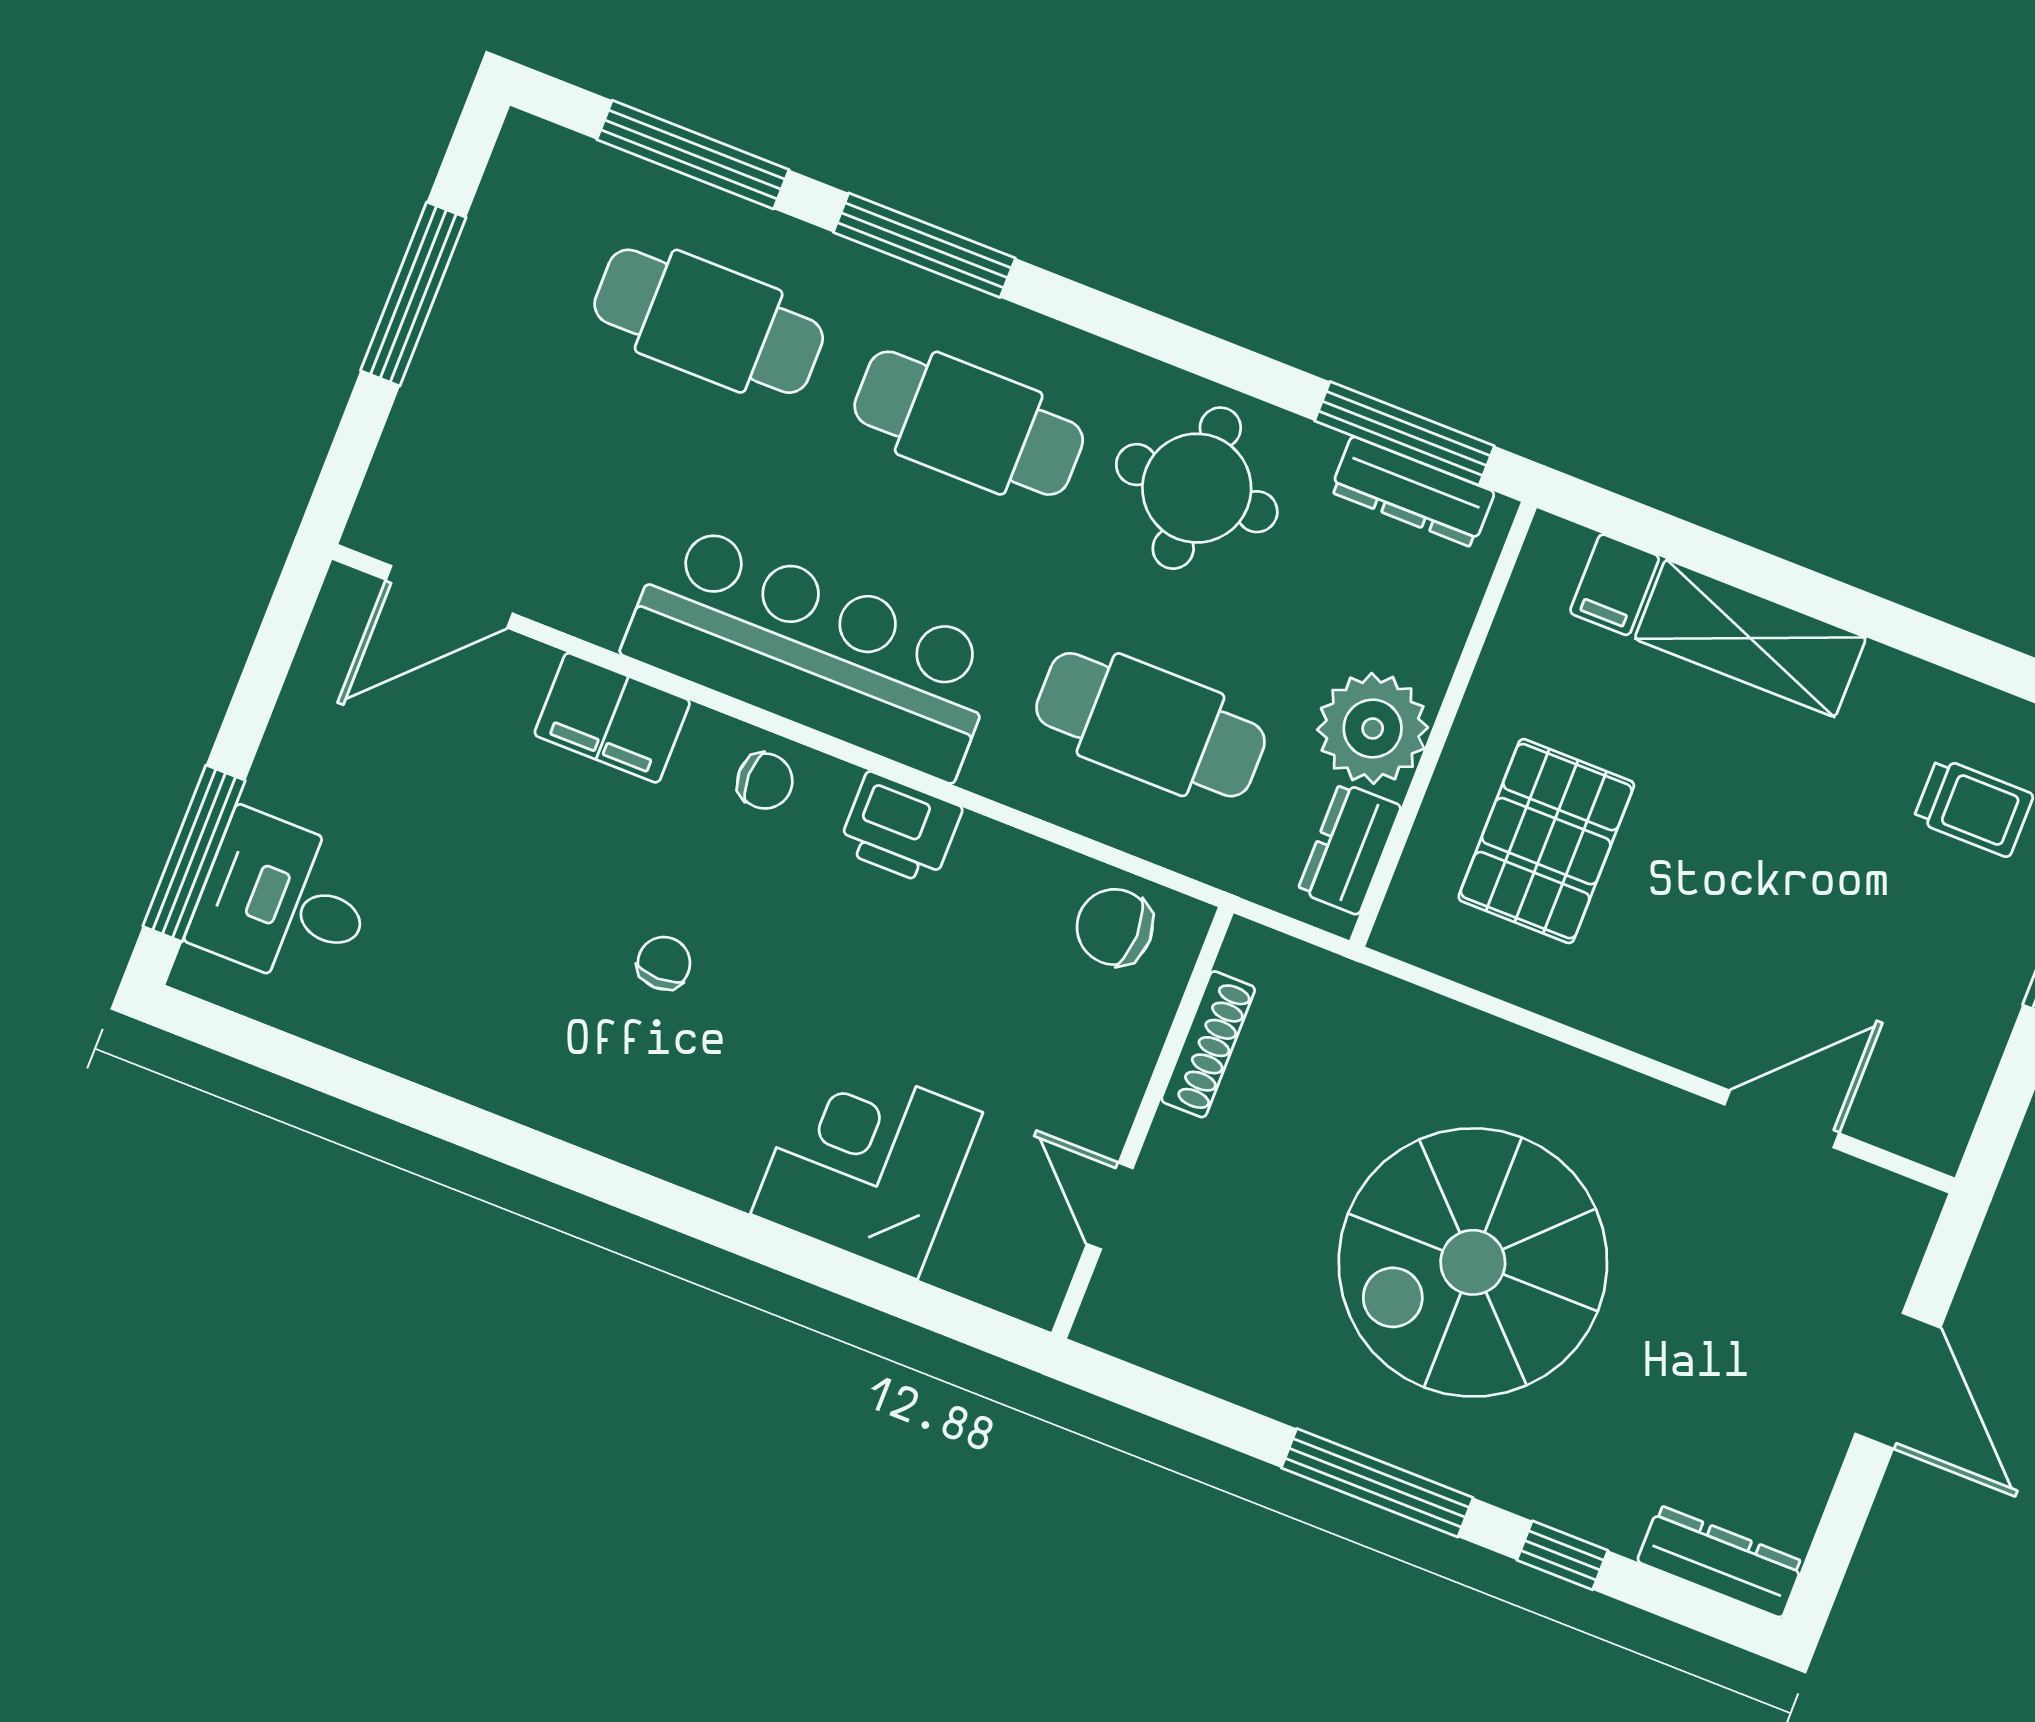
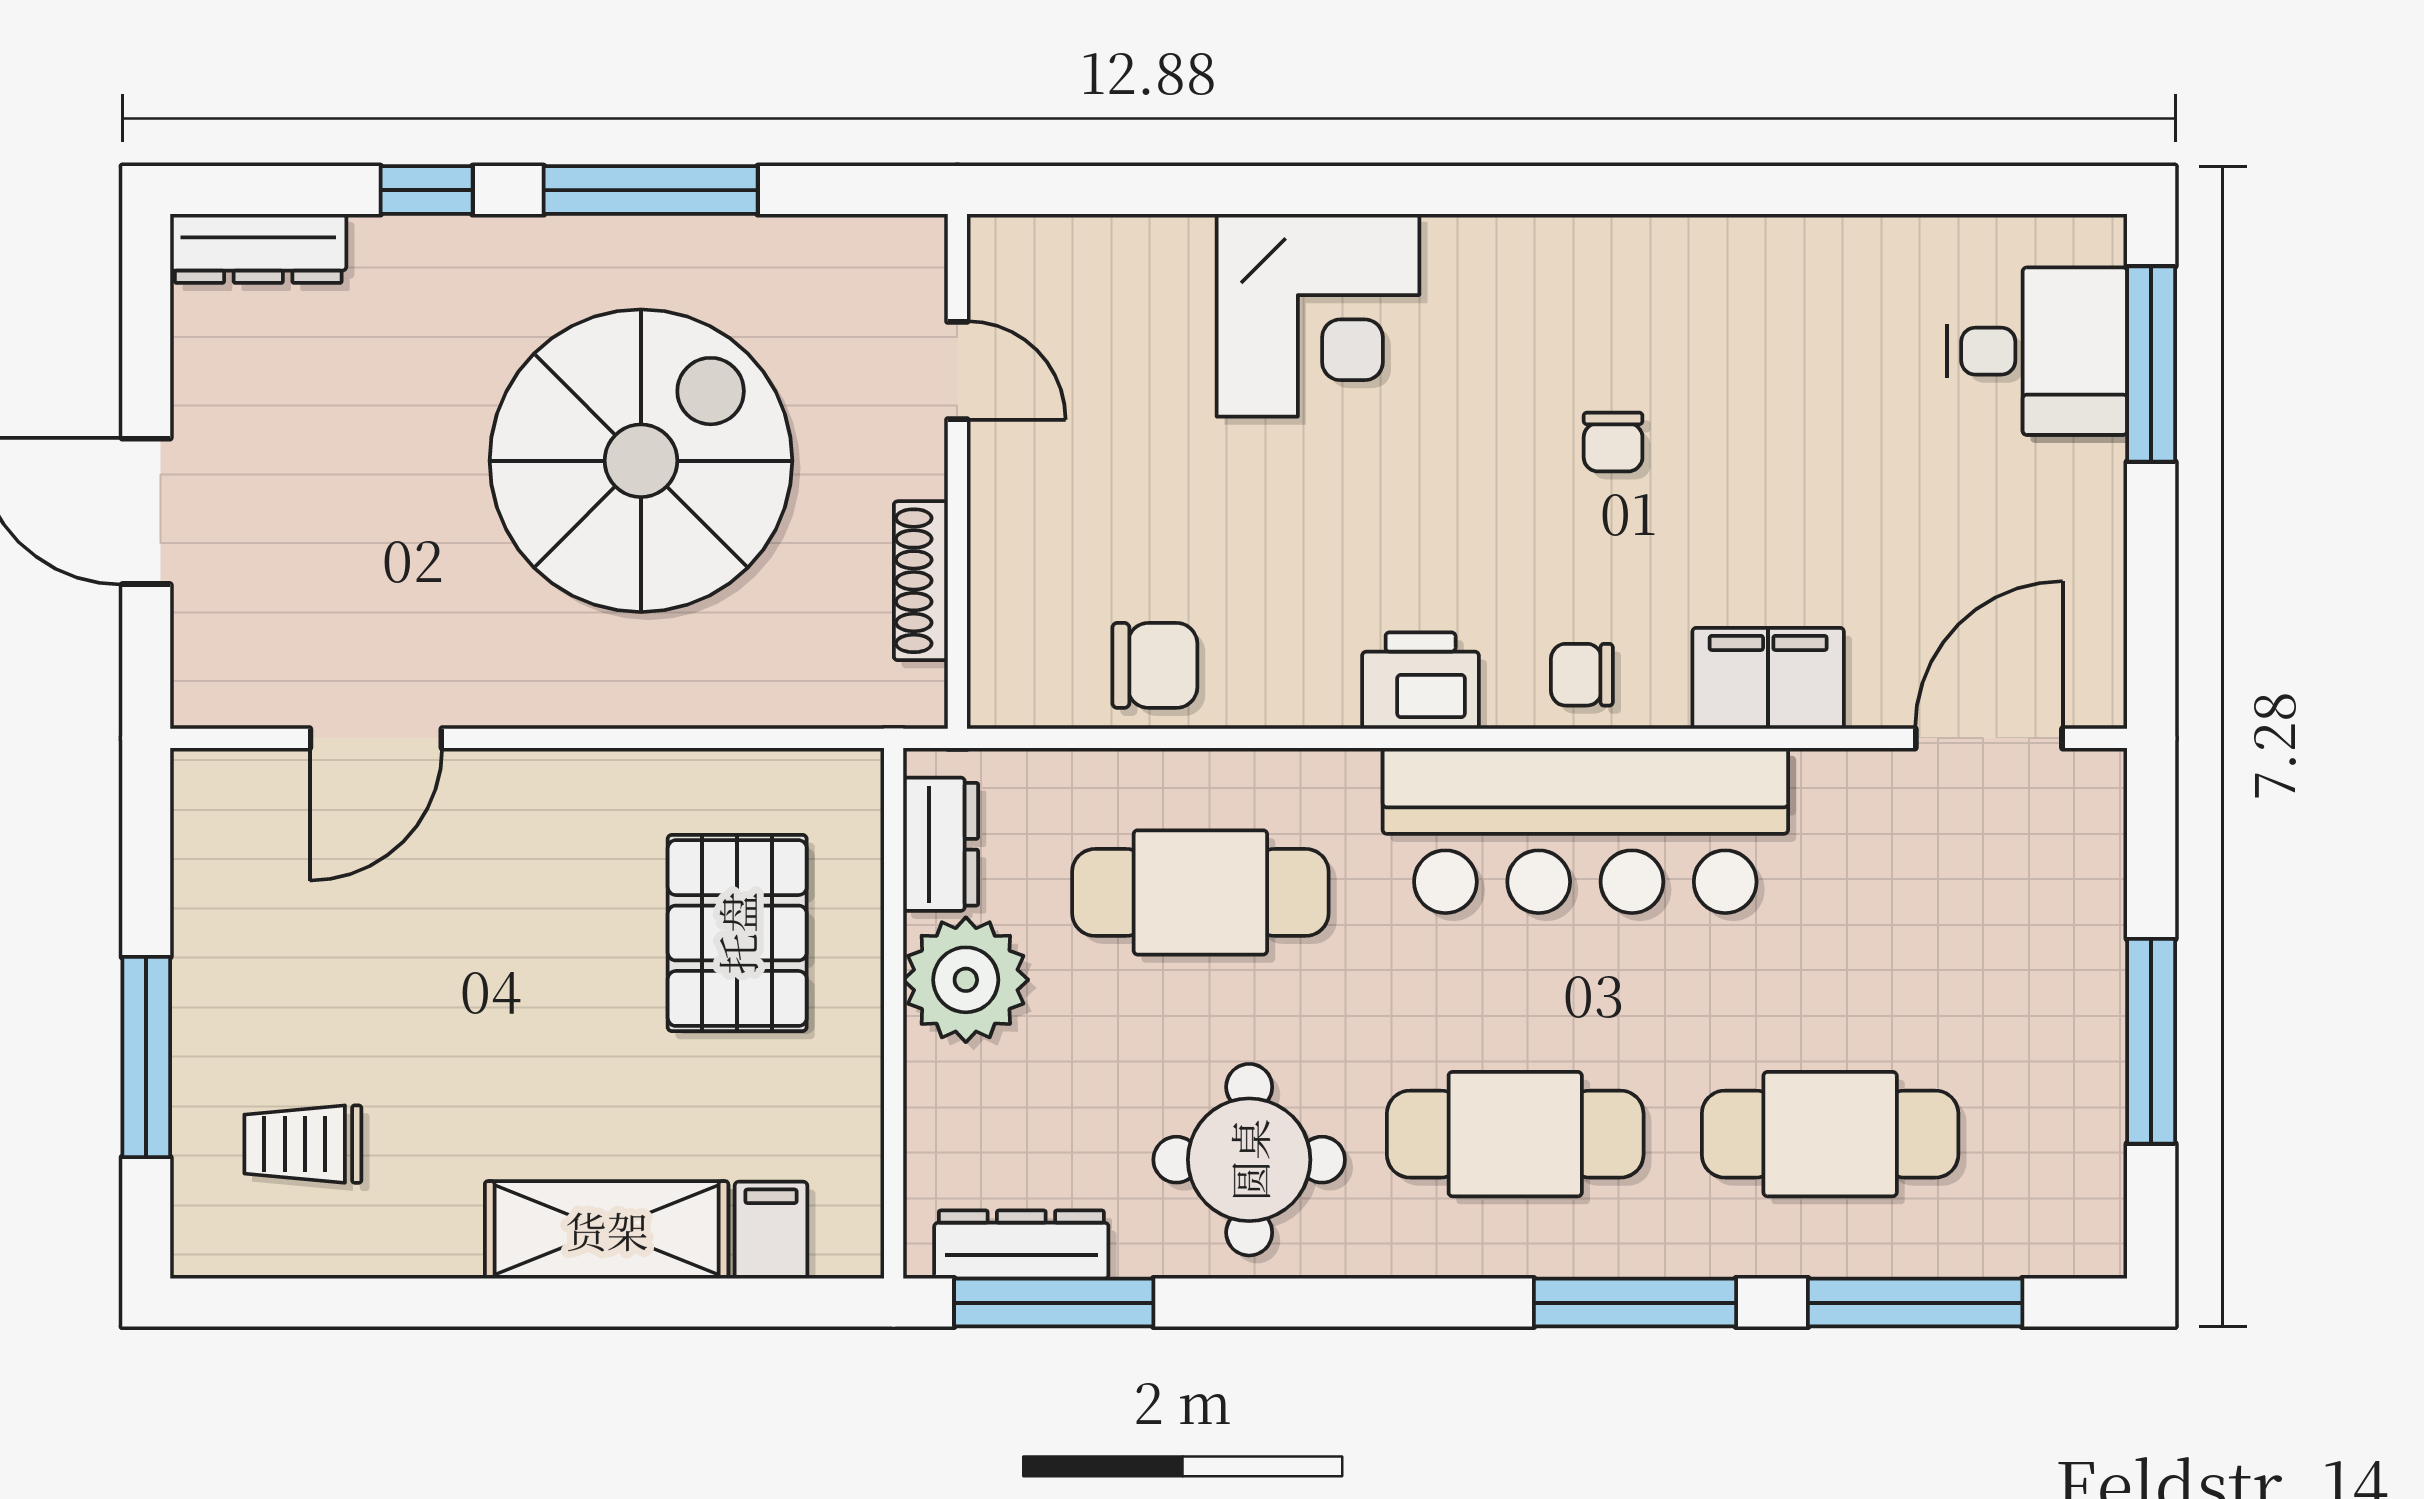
shoe rack: (1208, 1044) -> (921, 581), moved
wall: (1143, 1123) -> (957, 471), moved
door: (1110, 1206) -> (957, 370), moved

